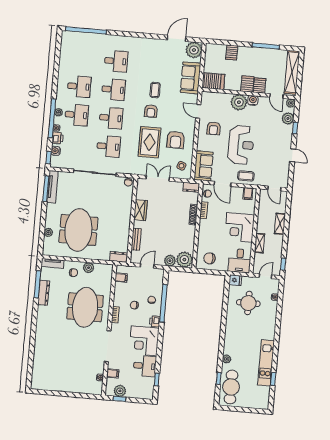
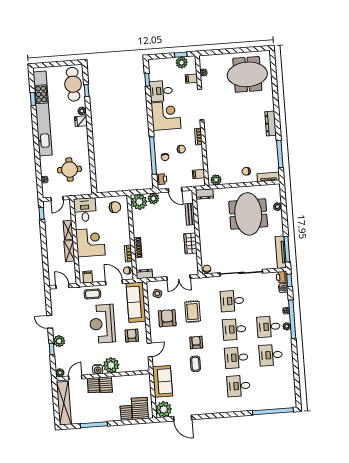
door: (177, 38) -> (183, 418), hinge flipped
server rack: (213, 81) -> (140, 408), moved, turned 90
door: (276, 96) -> (75, 377), hinge flipped
door: (198, 111) -> (150, 350), hinge flipped
plant: (288, 118) -> (59, 341), moved
printer: (58, 138) -> (282, 277), moved
rug: (149, 142) -> (193, 312), width x0.73, depth x0.70
sofa: (203, 166) -> (136, 302), width x1.36
shelving: (280, 224) -> (69, 251), moved
door: (147, 266) -> (175, 190), hinge flipped
plant: (89, 268) -> (216, 180), moved
fridge: (235, 280) -> (81, 121), moved
dresser: (44, 293) -> (271, 123), moved
meeting table: (85, 307) -> (247, 74), moved, turned 90
printer: (155, 321) -> (162, 179), moved
kitchen unit: (266, 363) -> (43, 114), width x1.86

